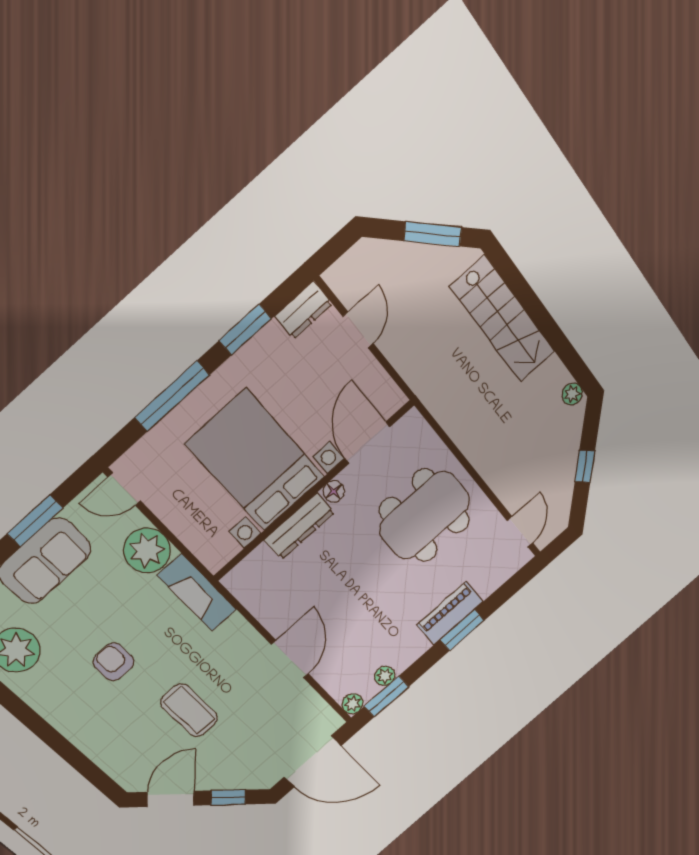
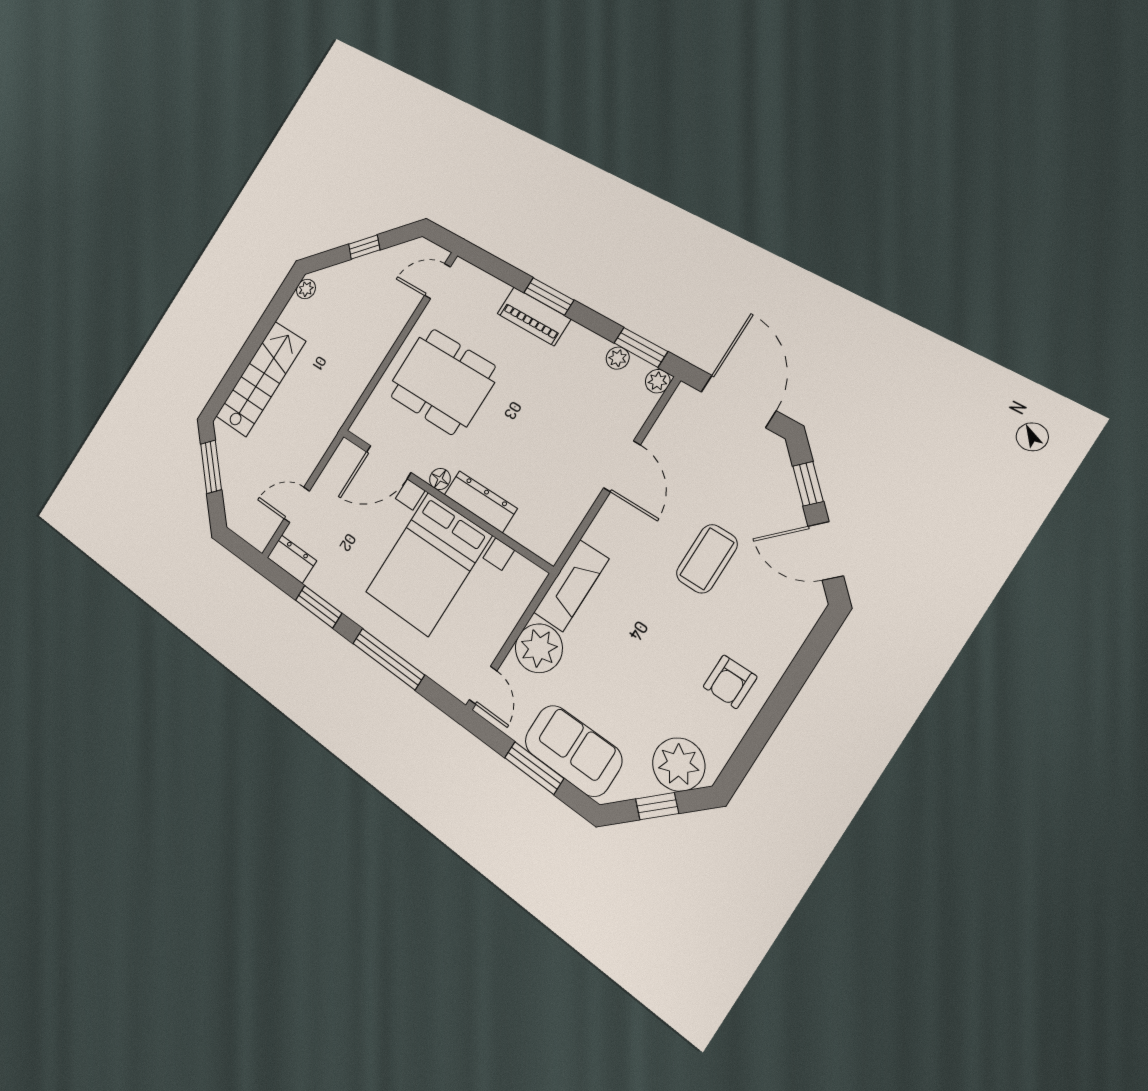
door: (290, 659) -> (622, 466), swing flipped
armchair: (114, 662) -> (730, 682), moved

